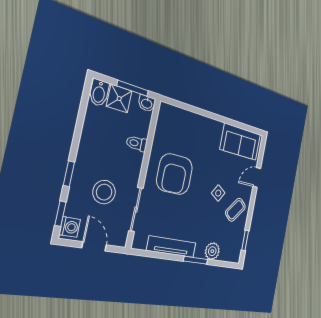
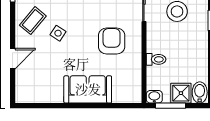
sofa: (240, 142) -> (88, 89), moved
armchair: (175, 174) -> (112, 41), width x0.73, depth x0.73

